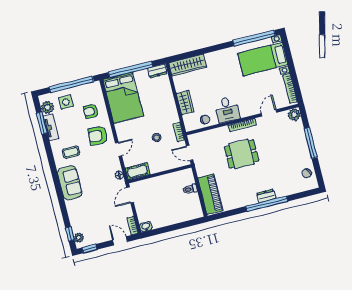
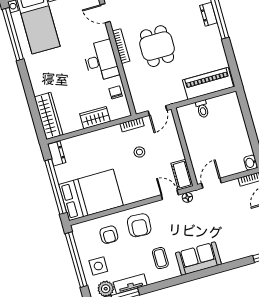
desk: (227, 109) -> (101, 61), width x1.37
door: (119, 149) -> (170, 195), moved
door: (130, 195) -> (211, 183), swing flipped

